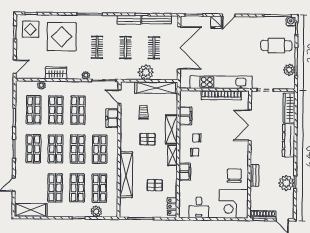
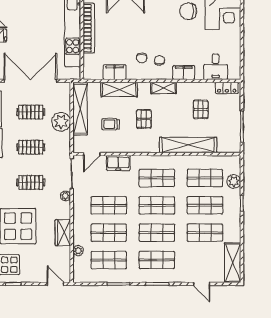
shelving: (171, 129) -> (119, 89), moved
desk: (199, 207) -> (216, 67), moved, turned 90

